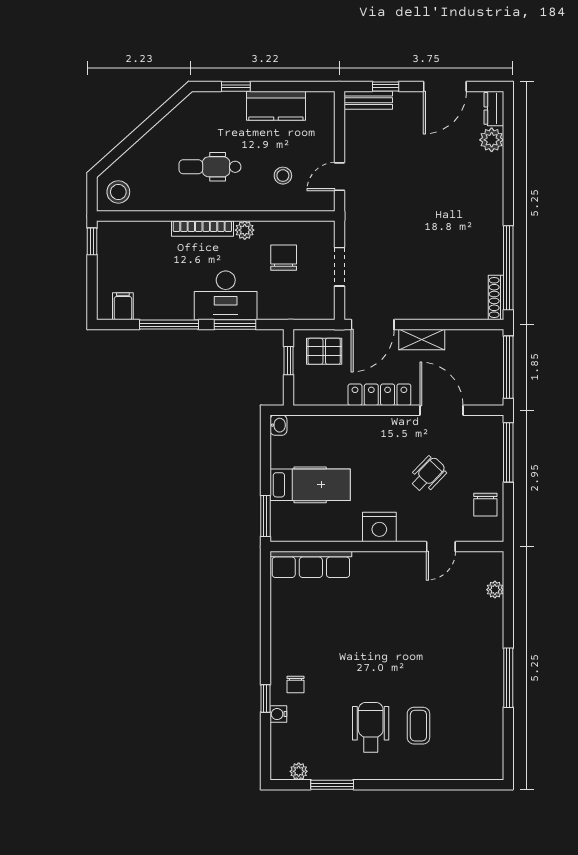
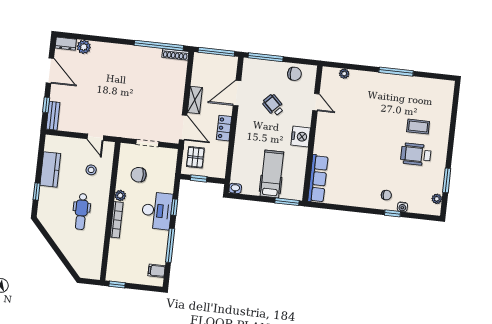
stool: (118, 192) -> (90, 266), removed
window: (235, 325) -> (174, 207), width x0.67
locker: (379, 395) -> (224, 128), width x0.66

